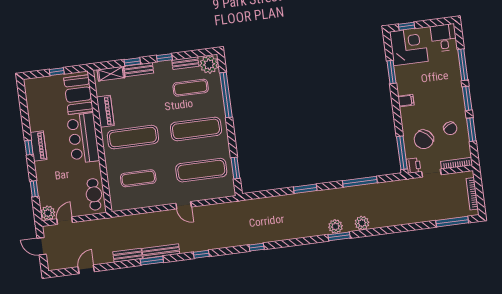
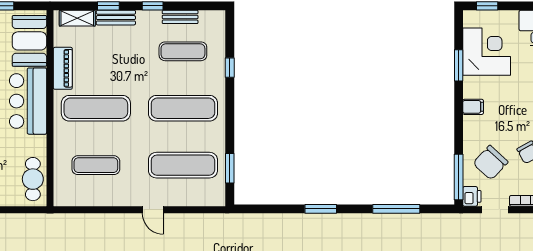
corner desk: (409, 47) -> (487, 52), moved
plant: (209, 64) -> (212, 23), removed
window: (226, 95) -> (230, 68), width x0.32

